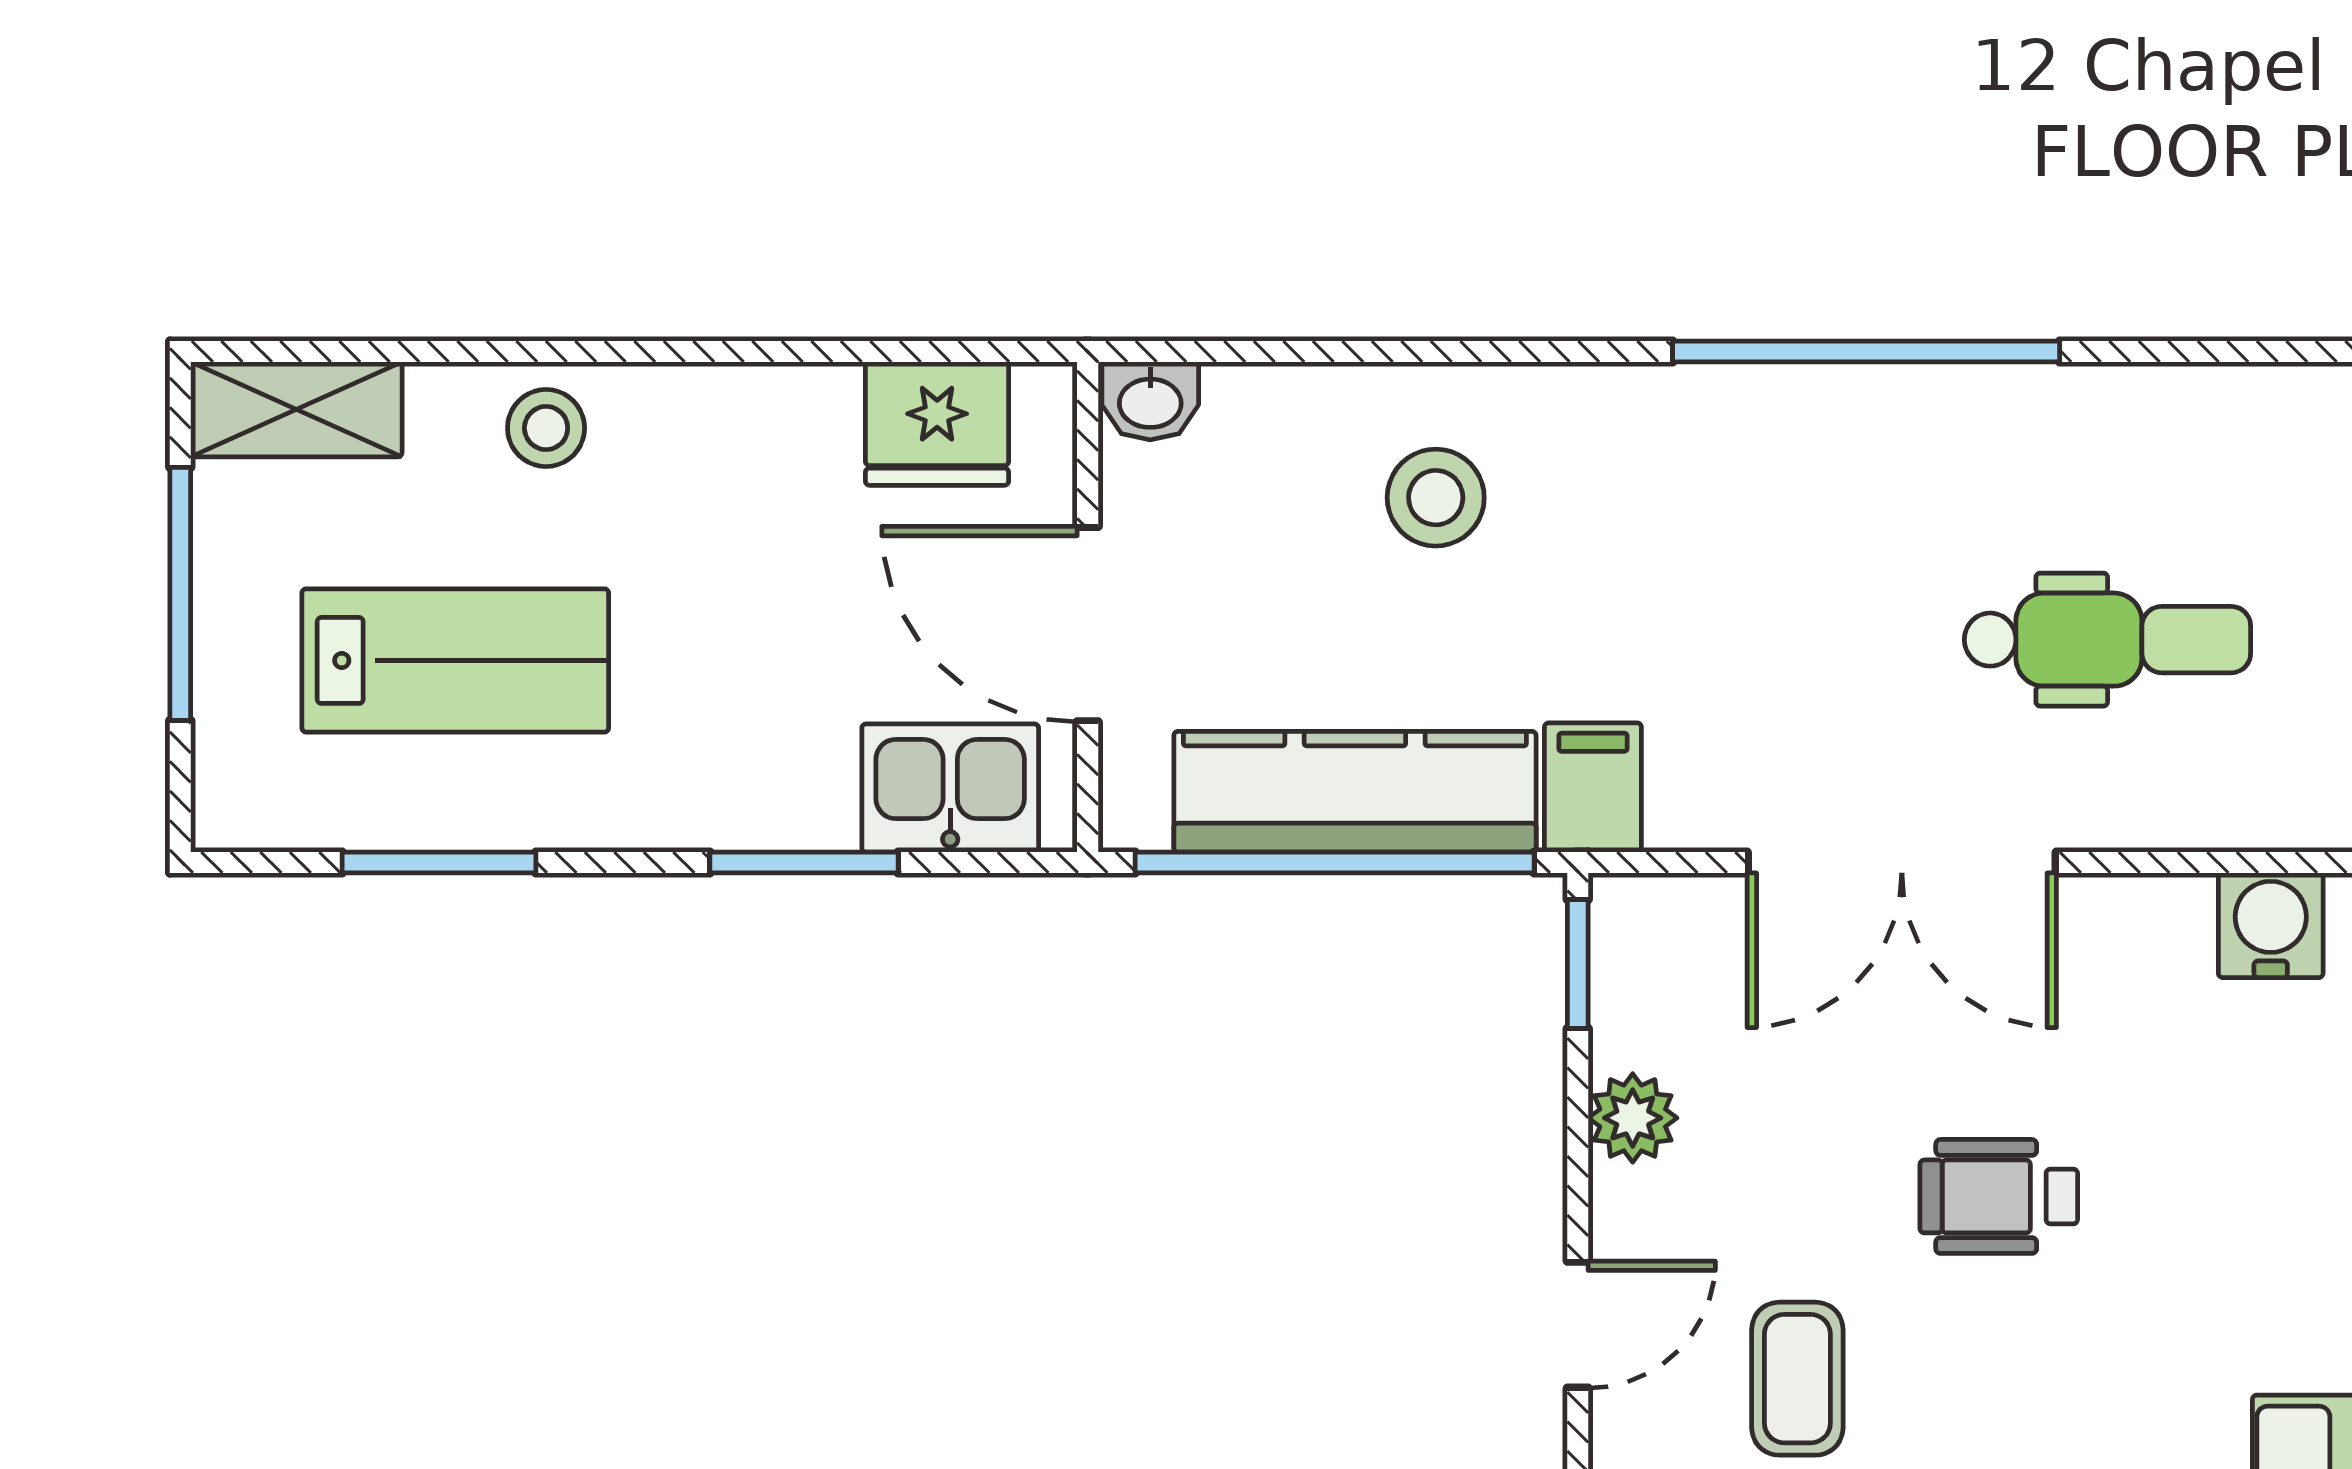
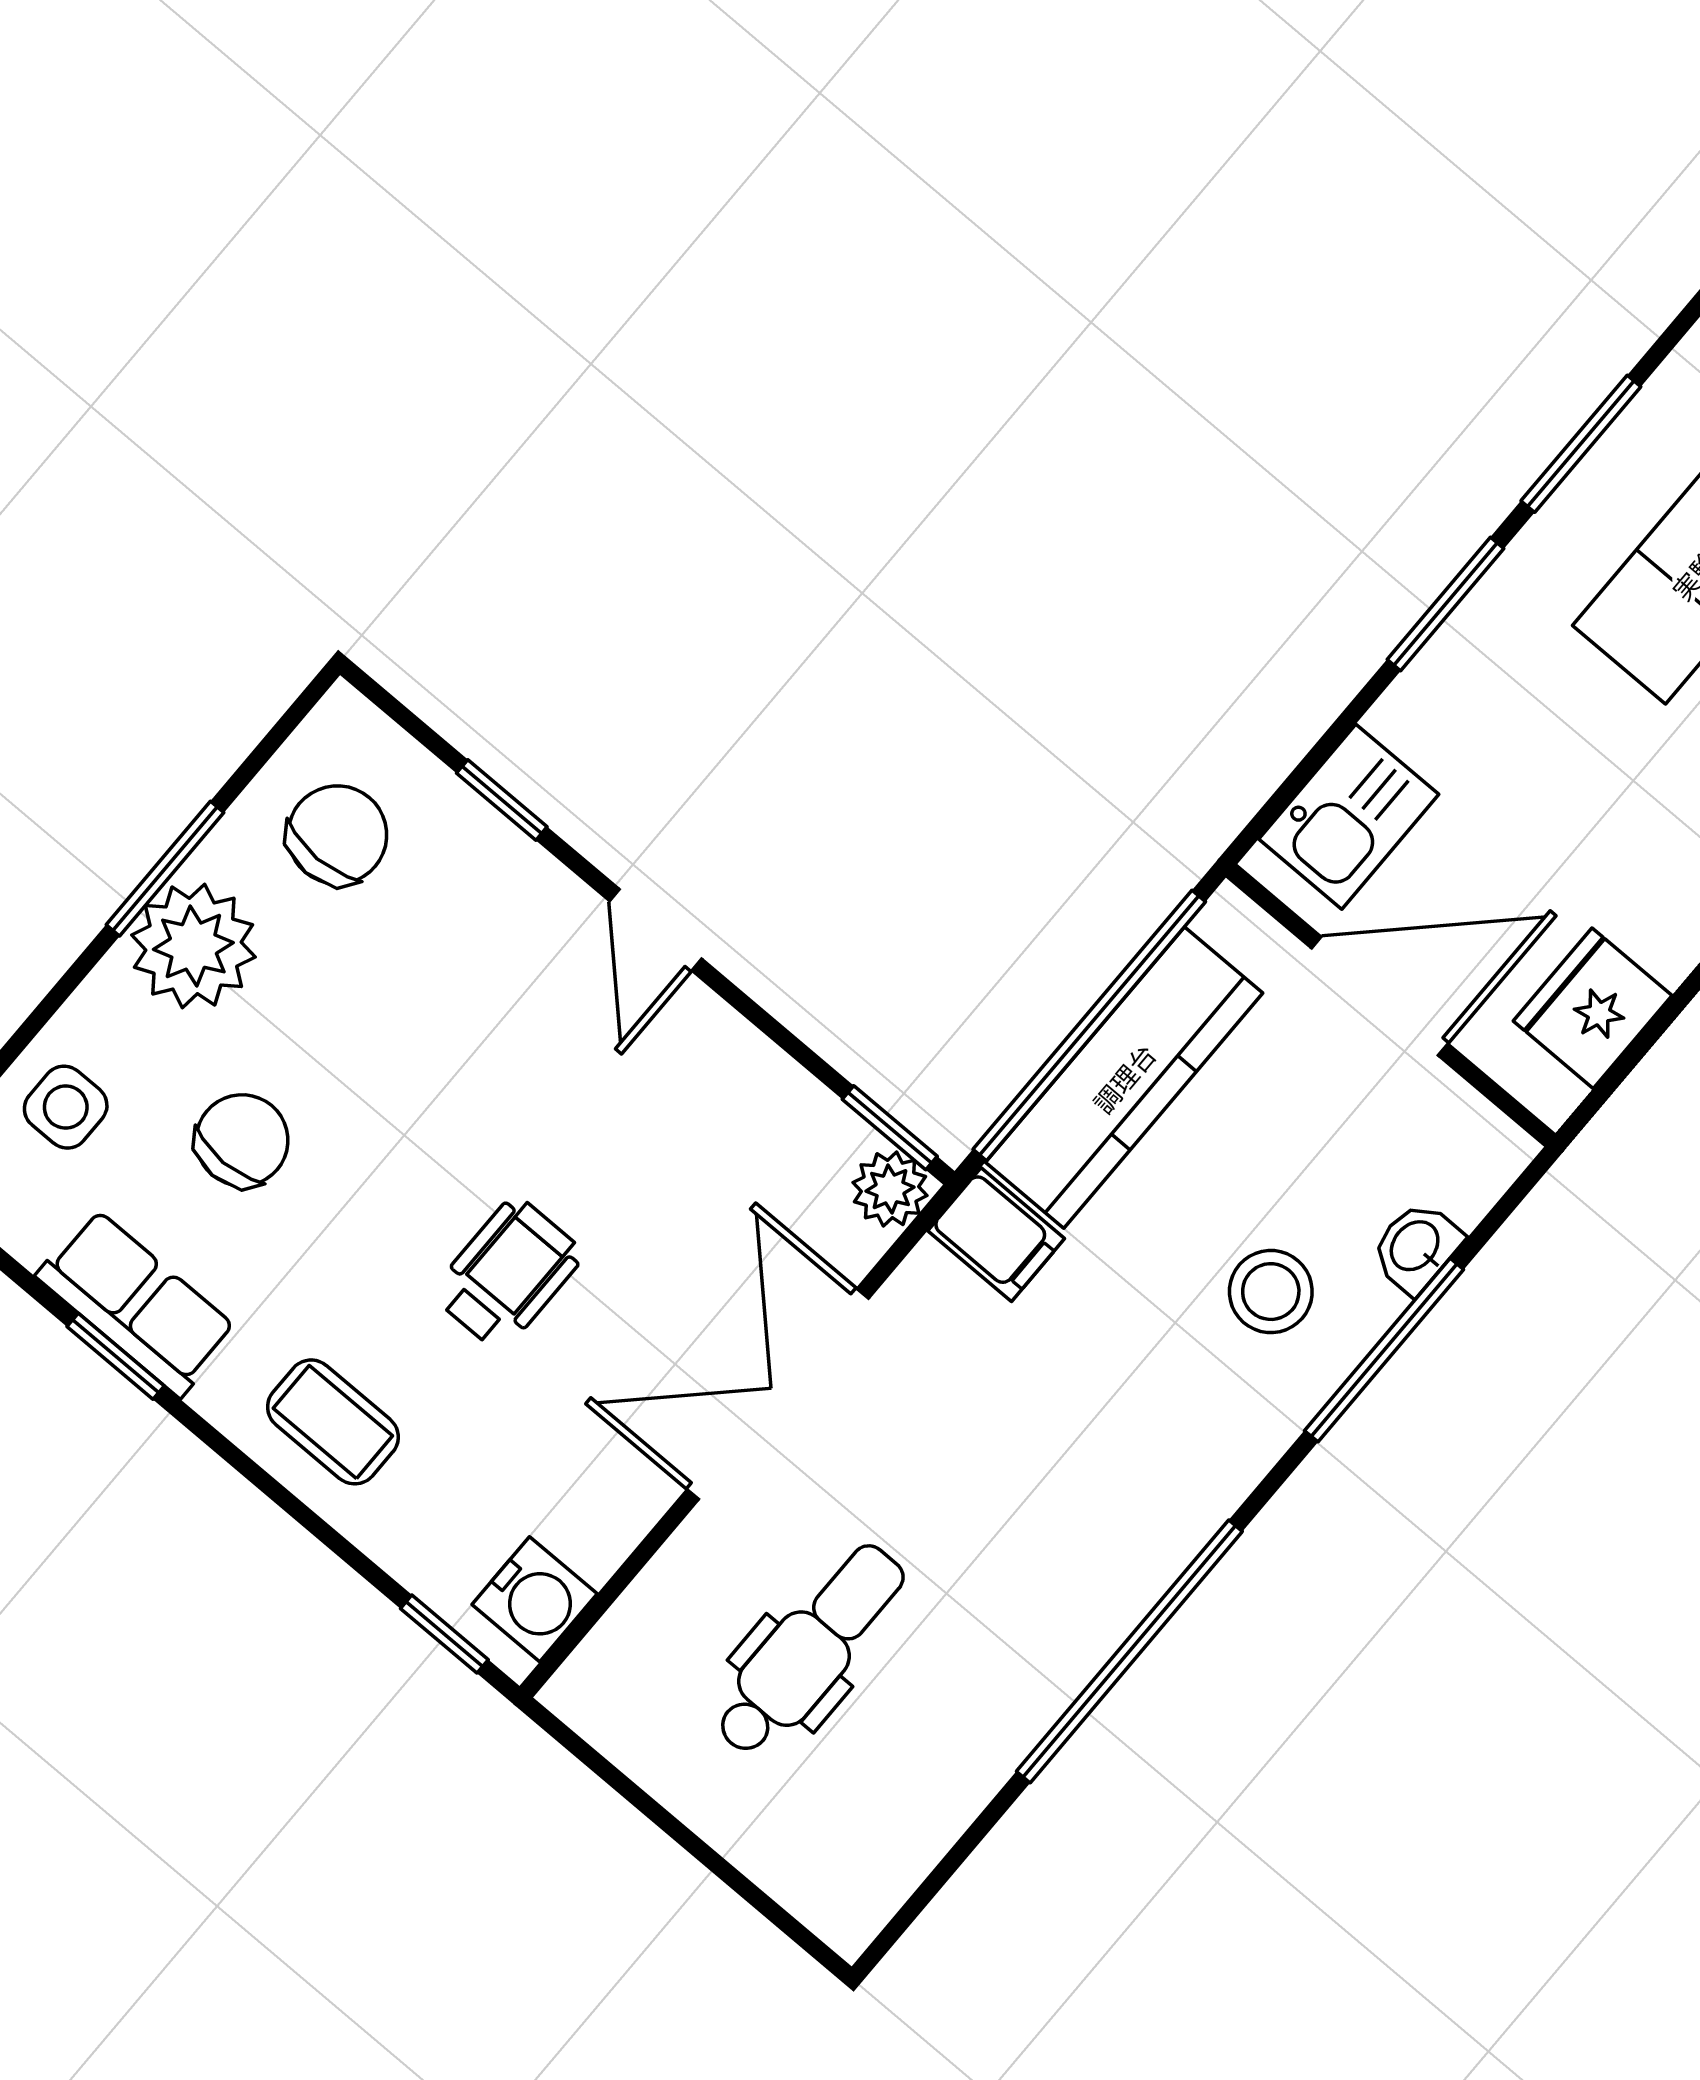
window: (1402, 351) -> (1384, 1350), added
washbasin: (1150, 401) -> (1416, 1247), moved
dental chair: (2108, 640) -> (810, 1650), turned 180
window: (804, 863) -> (1446, 604), moved
plant: (1633, 1118) -> (890, 1189), moved
coffee table: (1797, 1379) -> (333, 1422), moved

